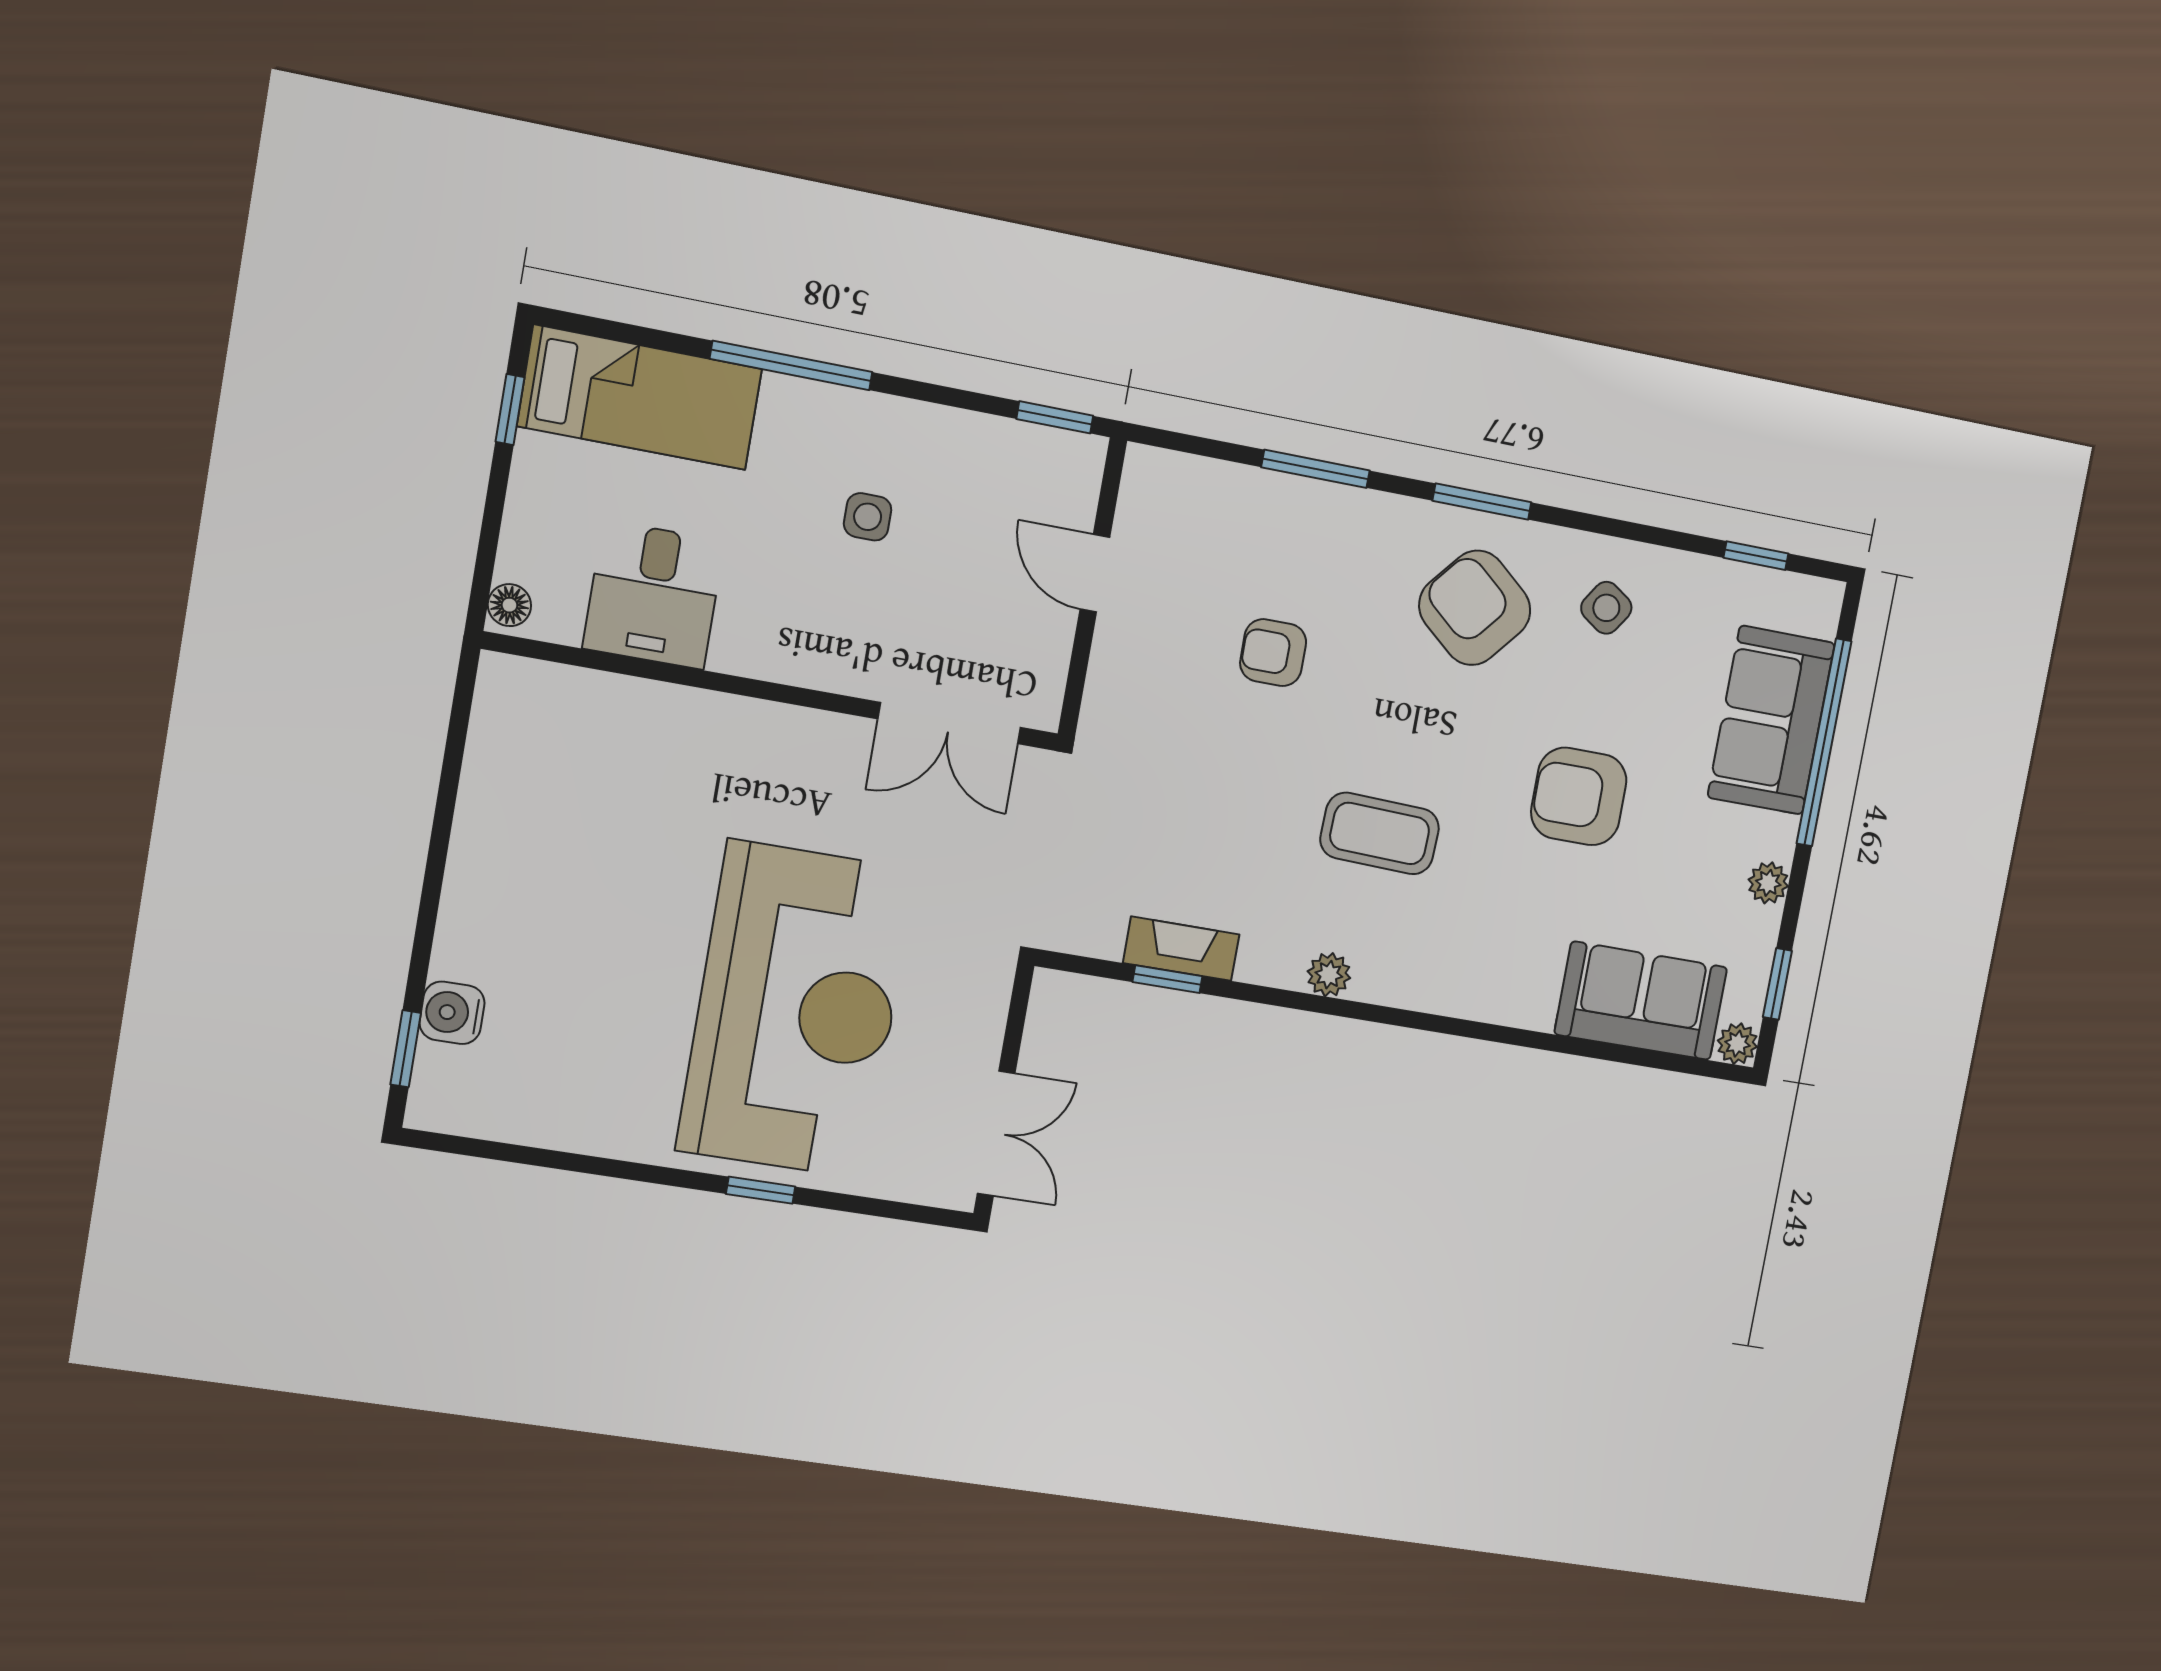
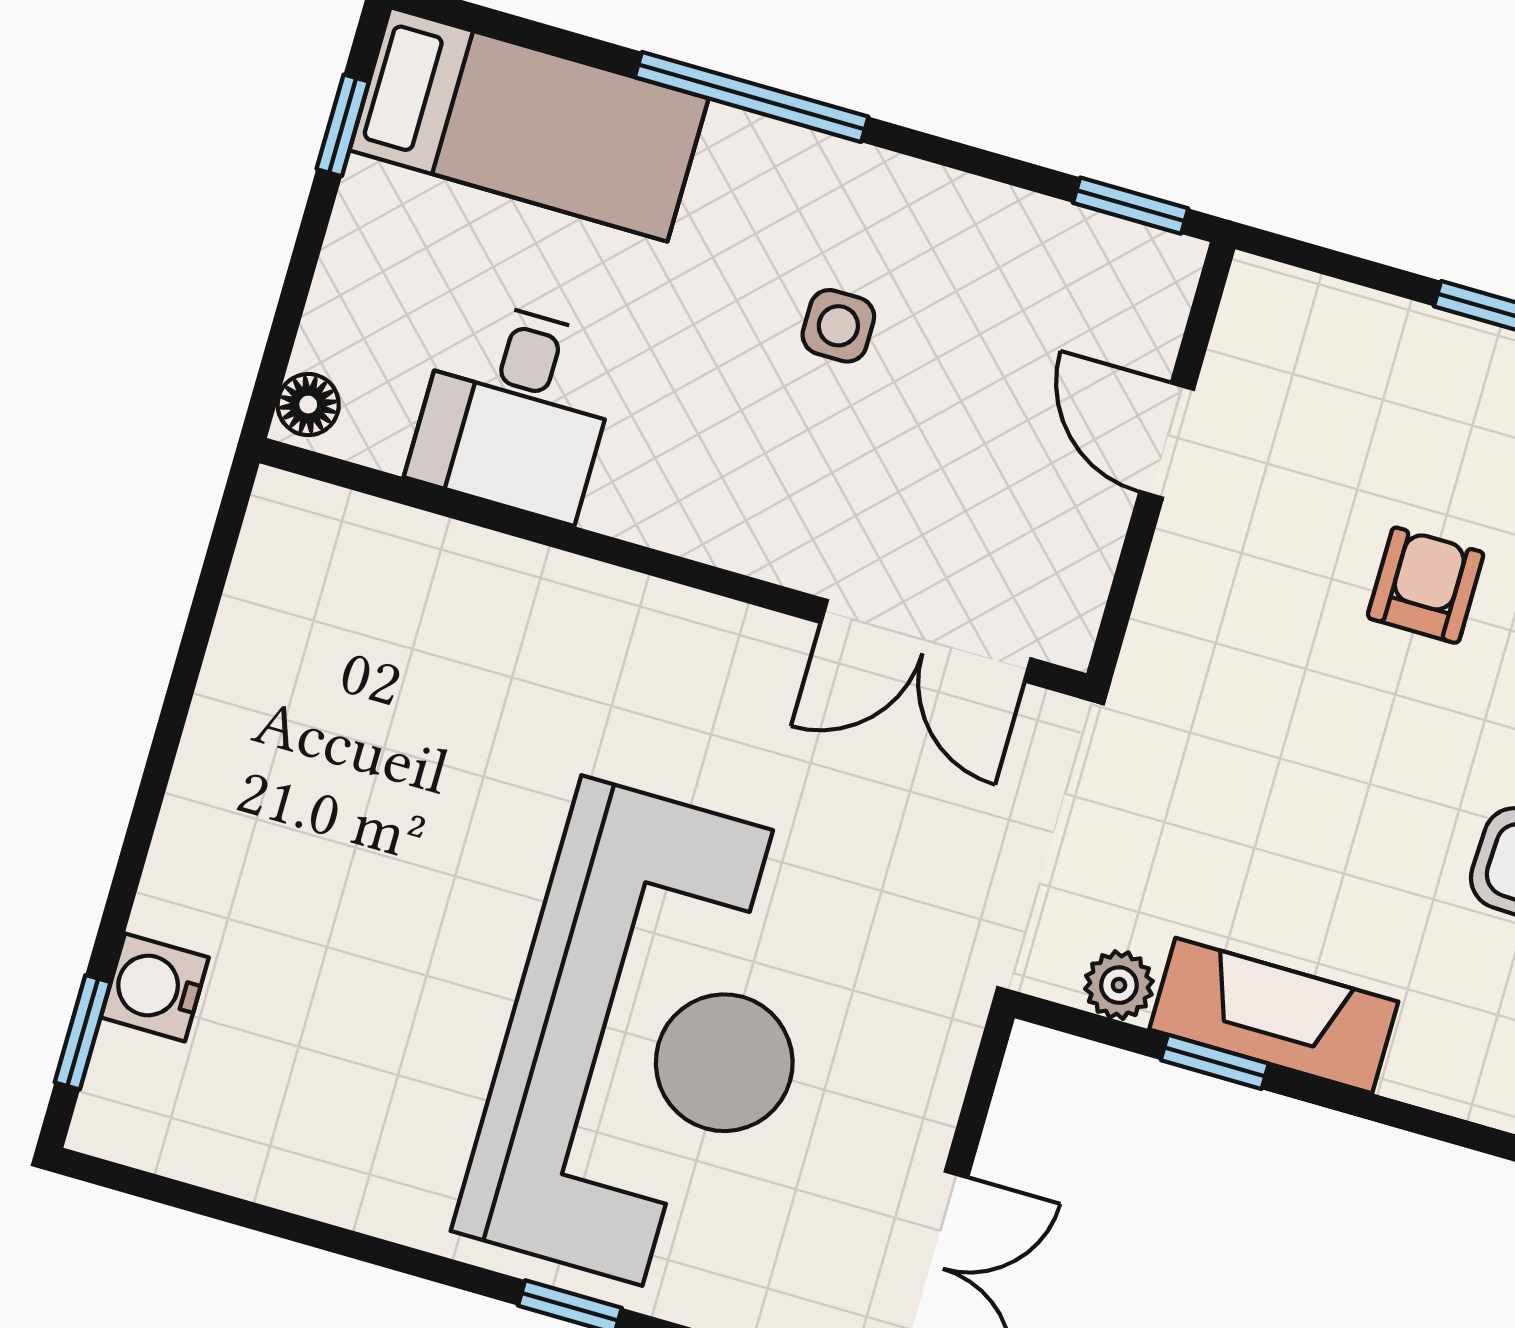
armchair: (1273, 653) -> (1426, 585), turned 90
fireplace: (1181, 949) -> (1274, 1015), width x1.37, depth x1.32
plant: (1329, 975) -> (1119, 985), moved

